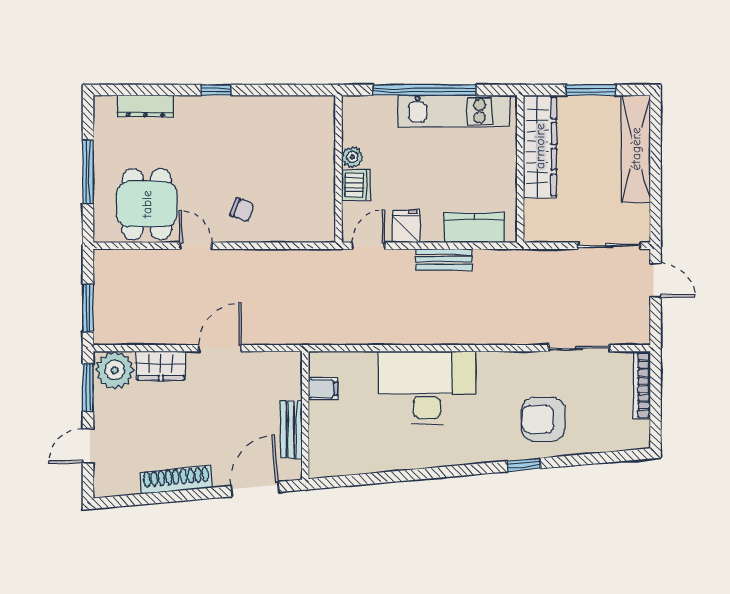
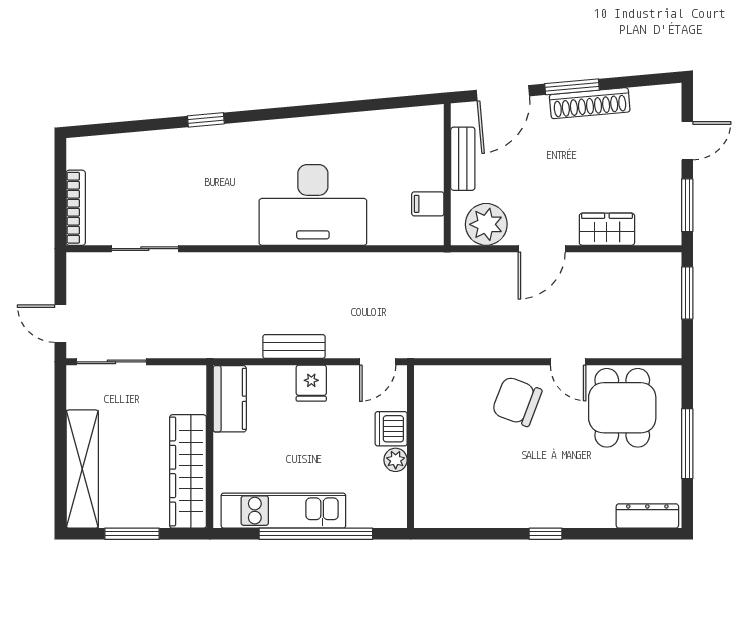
dresser: (145, 106) -> (647, 516), moved
chair: (242, 210) -> (517, 401), width x1.87, depth x1.87
fridge: (406, 226) -> (311, 383), moved
kitchen counter: (474, 228) -> (230, 399), moved, turned -90
plant: (115, 370) -> (486, 224), moved
armchair: (543, 419) -> (185, 170), removed
window: (192, 495) -> (572, 87), added

